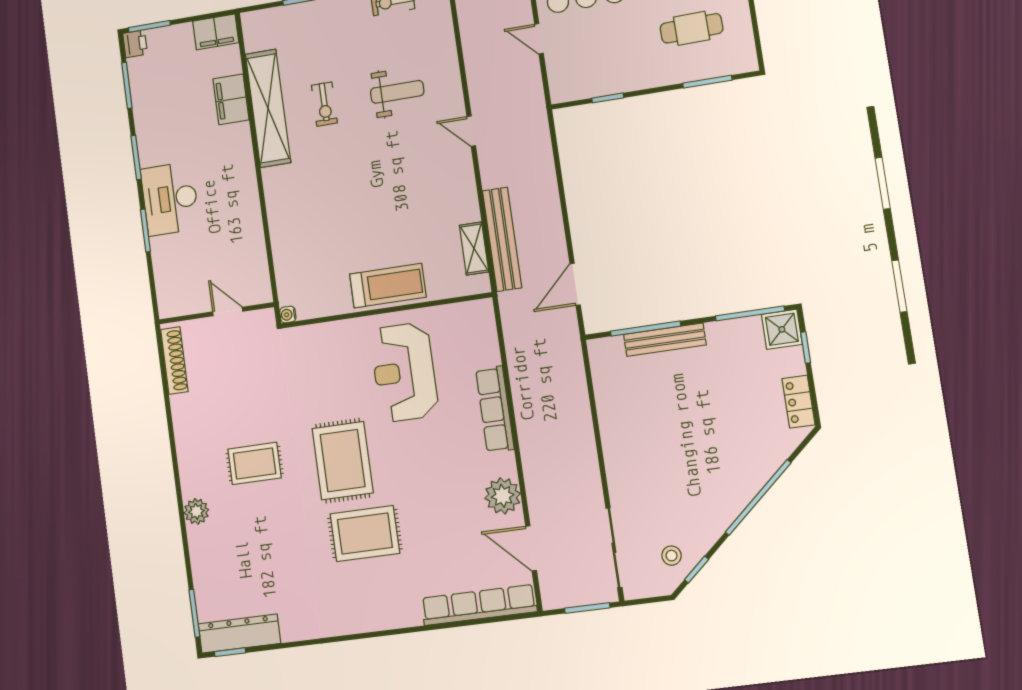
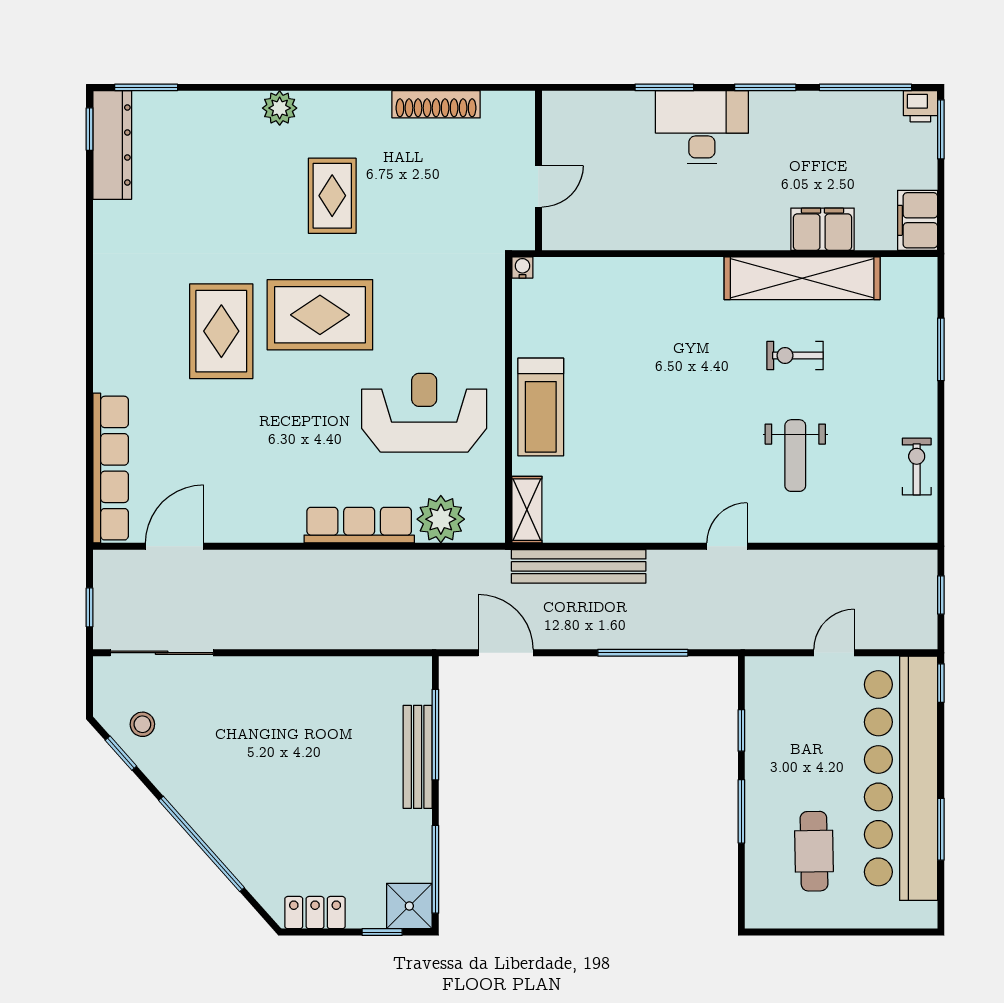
window: (707, 82) -> (741, 811), moved
window: (127, 85) -> (866, 87), width x1.44
window: (560, 181) -> (643, 653), added
shelving: (474, 249) -> (527, 510), moved, turned 90
shoe rack: (174, 361) -> (436, 104), moved
plant: (503, 496) -> (441, 519), moved
window: (587, 608) -> (90, 607), width x0.67

